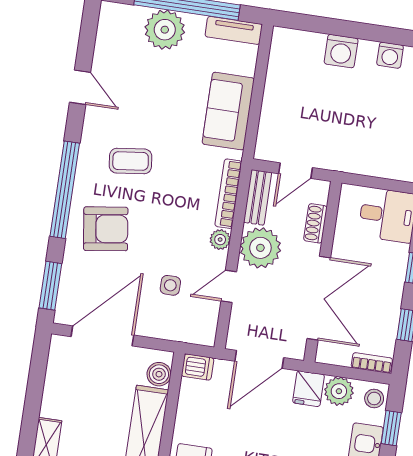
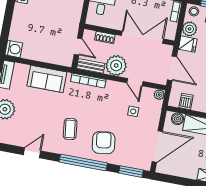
washing machine: (341, 51) -> (14, 49), moved
plant: (220, 240) -> (159, 95), moved
door: (102, 336) -> (157, 146), swing flipped
dishwasher: (198, 367) -> (186, 101), moved

